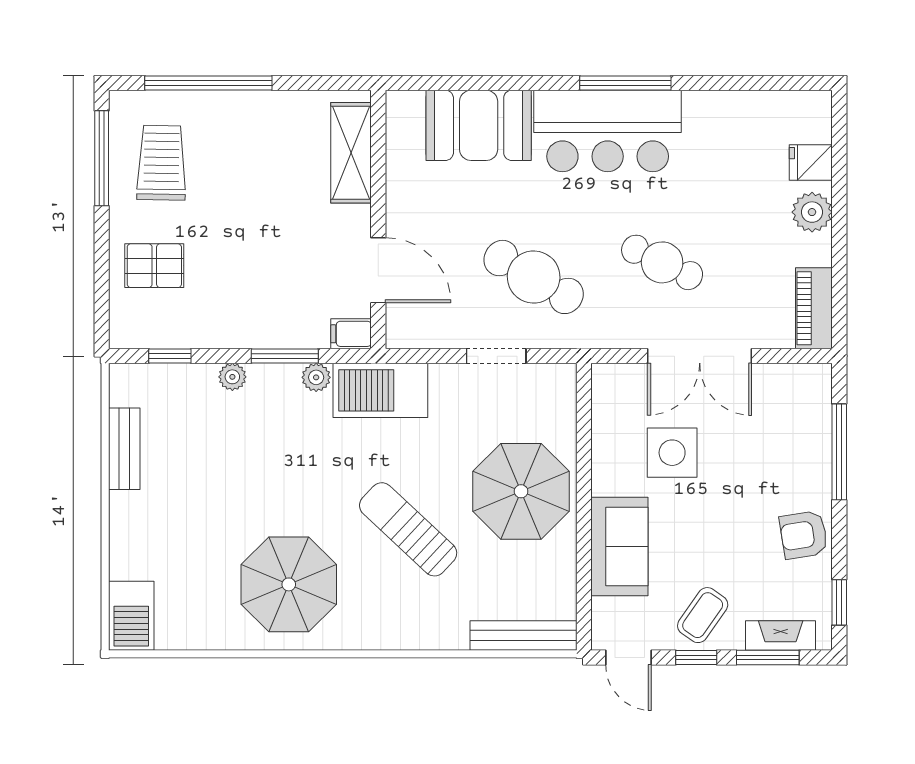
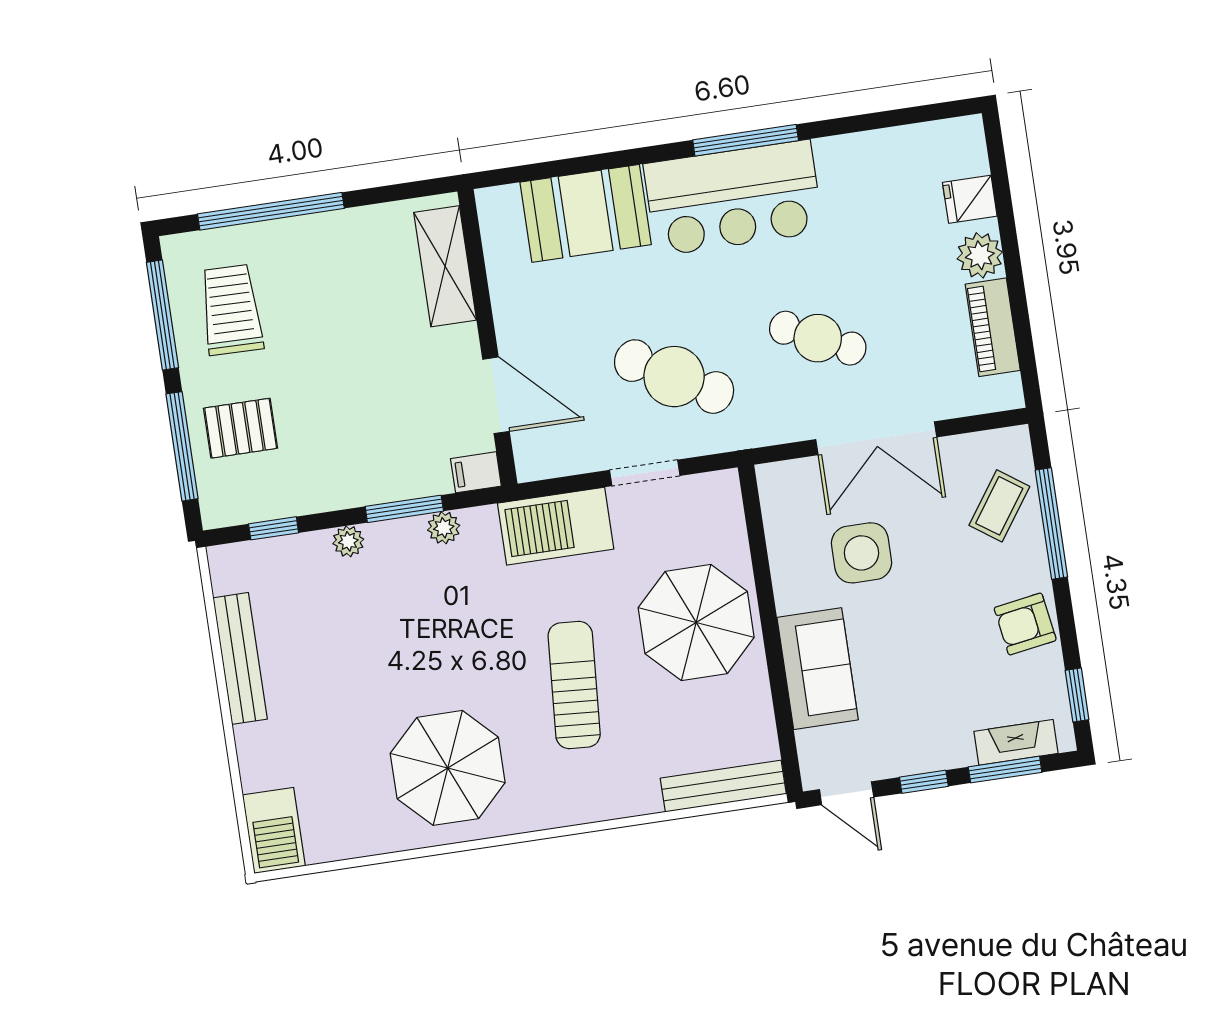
window: (102, 274) -> (182, 446), added
piano: (814, 308) -> (993, 327), moved
barbecue: (380, 390) -> (556, 526), moved
bench: (124, 449) -> (240, 658), width x1.36
sun lounger: (408, 529) -> (574, 685), turned 51
coffee table: (703, 615) -> (999, 506), moved

